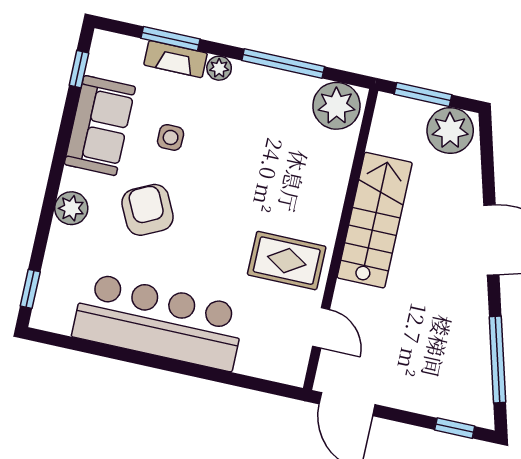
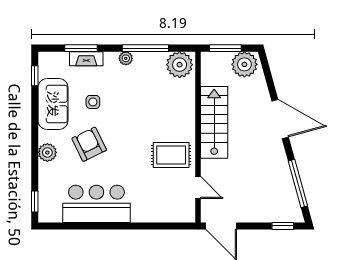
plant: (219, 68) -> (126, 58), moved
bar counter: (159, 322) -> (96, 204), width x0.73

